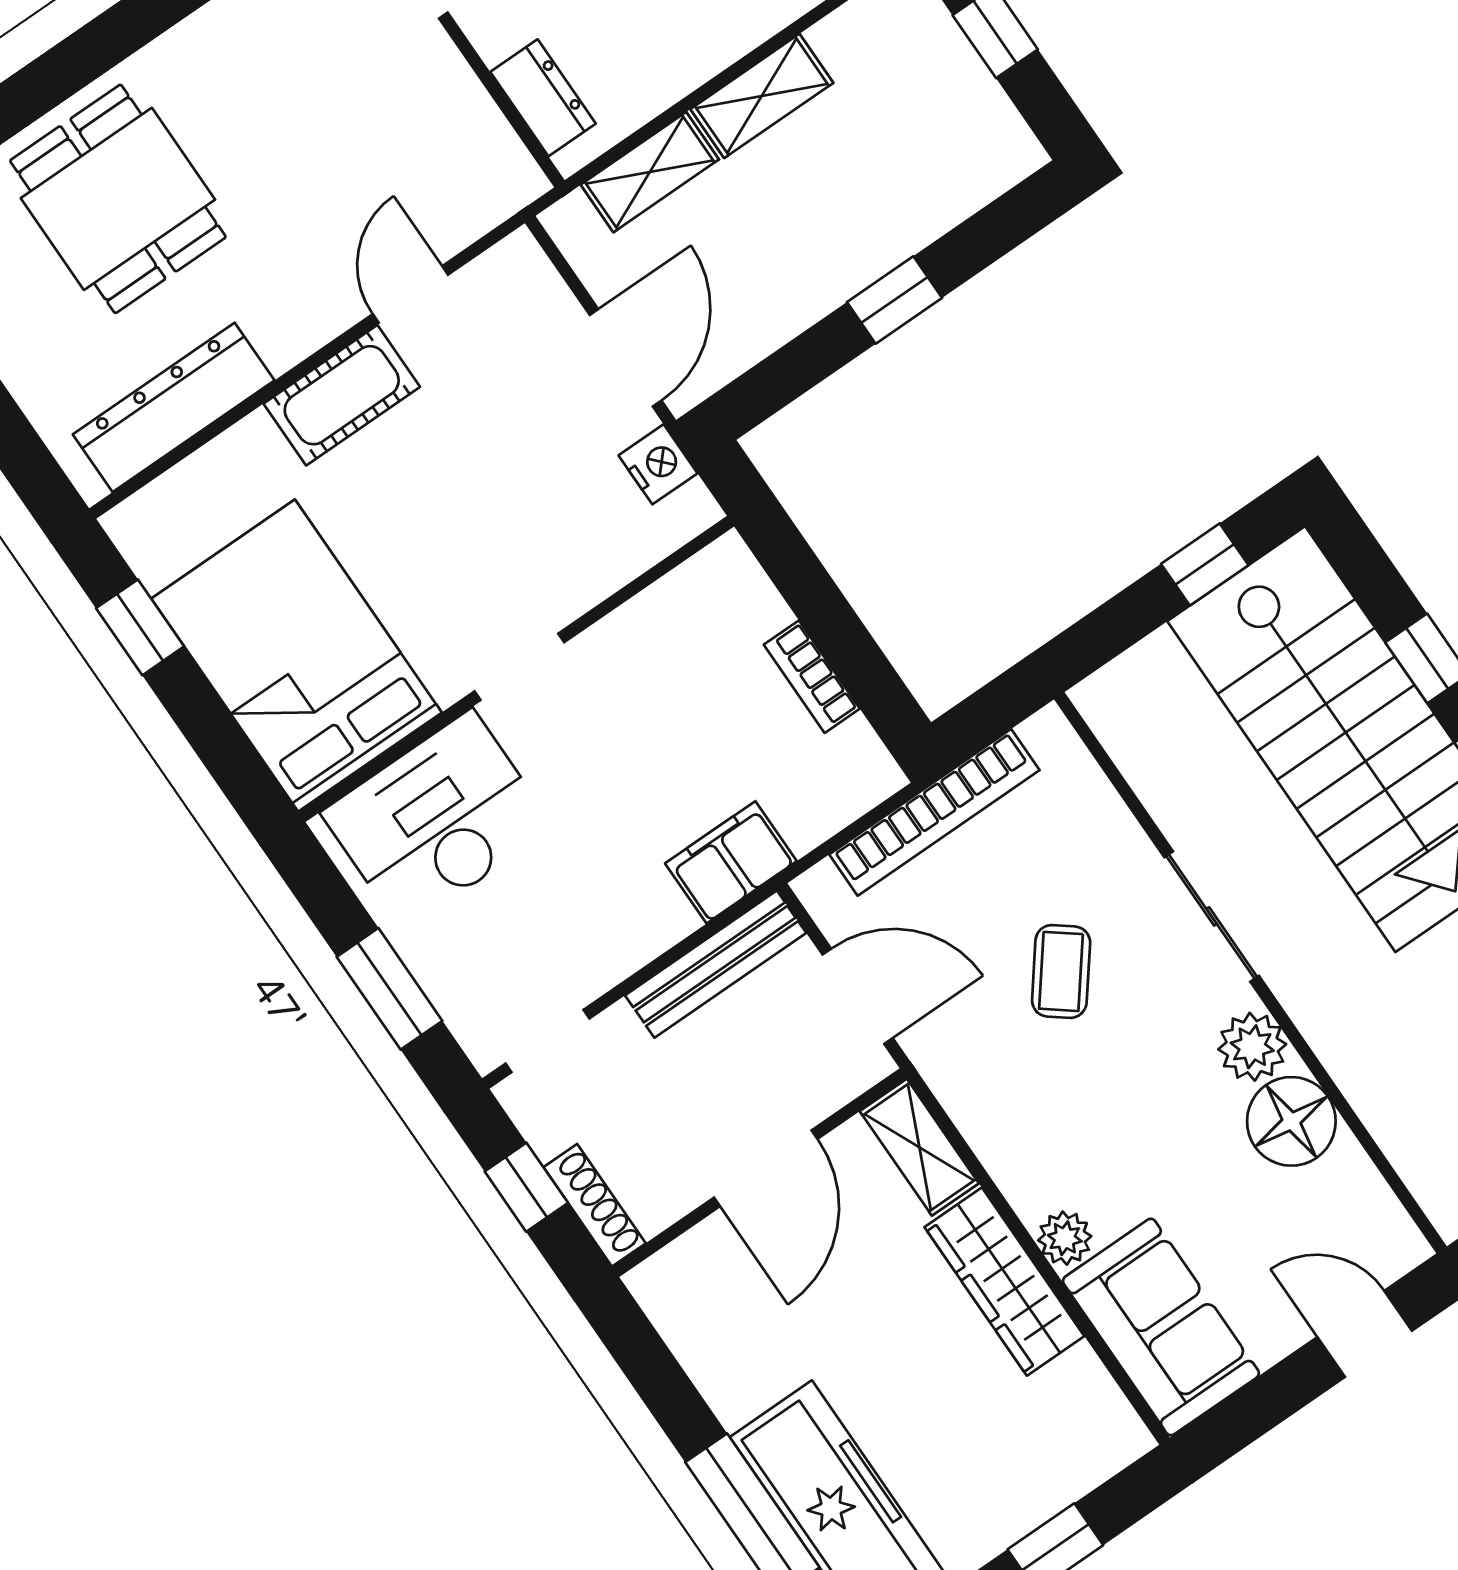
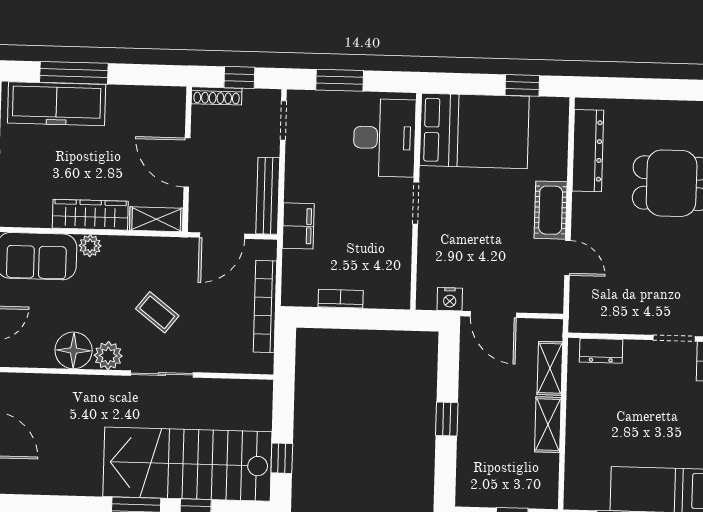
coffee table: (1061, 971) -> (157, 312), moved

